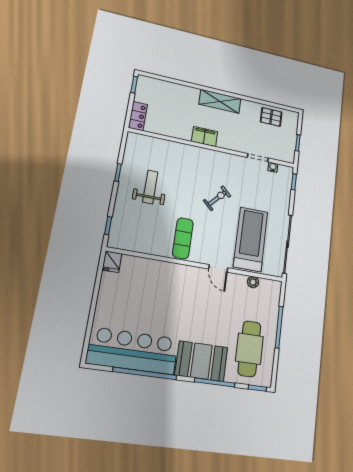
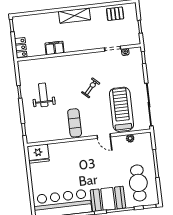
filing cabinet: (205, 137) -> (55, 48), moved
fridge: (112, 262) -> (38, 154), width x1.88, depth x1.34

